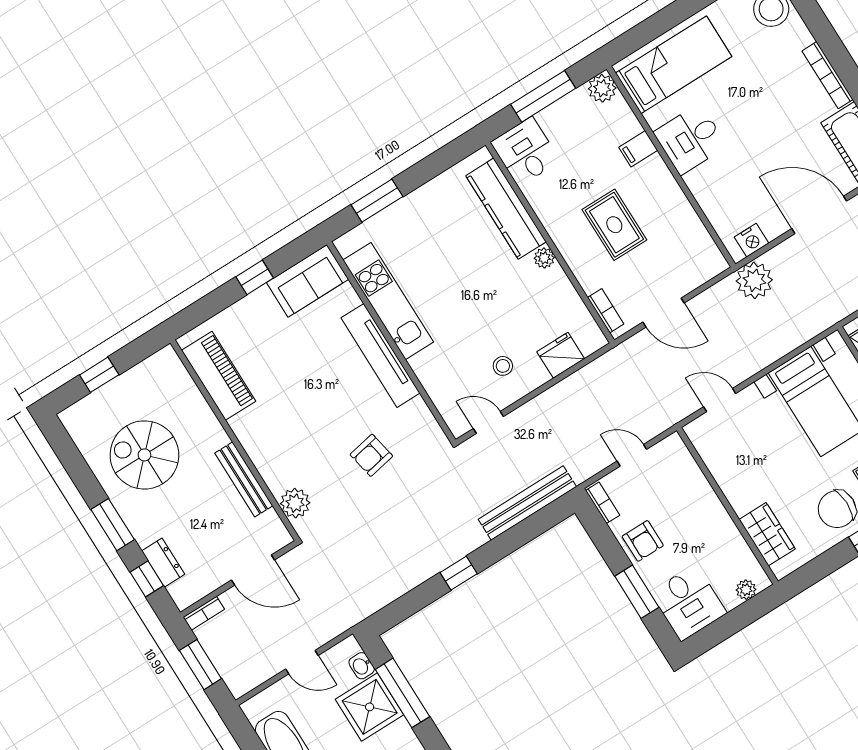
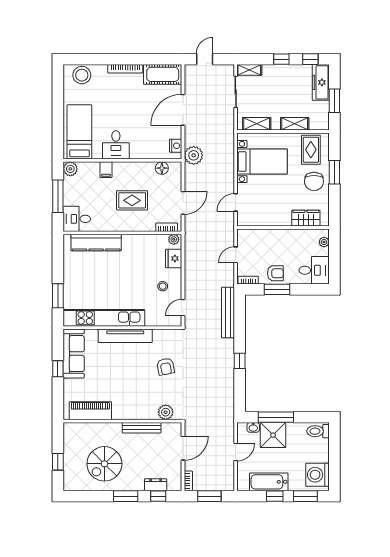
floor lamp: (699, 241) -> (162, 168), added
plant: (544, 258) -> (174, 239), moved
sofa: (308, 281) -> (74, 354), width x1.36
kitchen unit: (388, 301) -> (104, 318), width x1.36
window: (637, 592) -> (277, 289), moved

